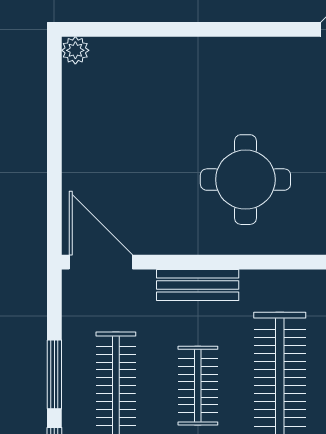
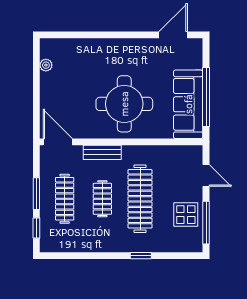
plant: (75, 50) -> (46, 65), moved
round table: (245, 180) -> (124, 104), width x1.36, depth x1.36

